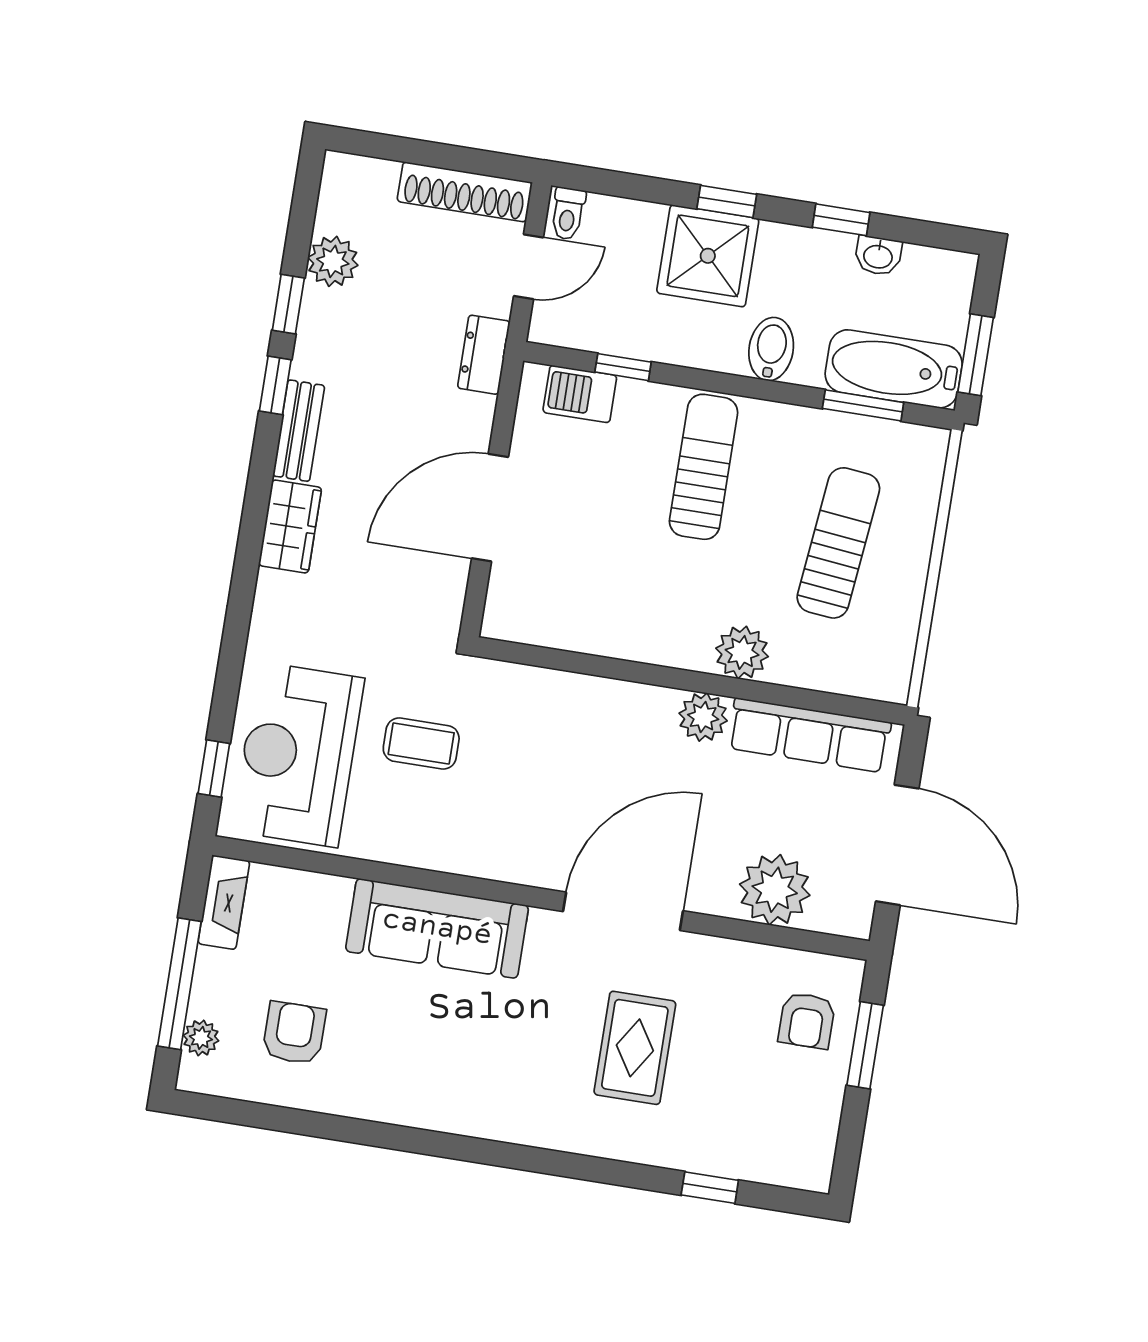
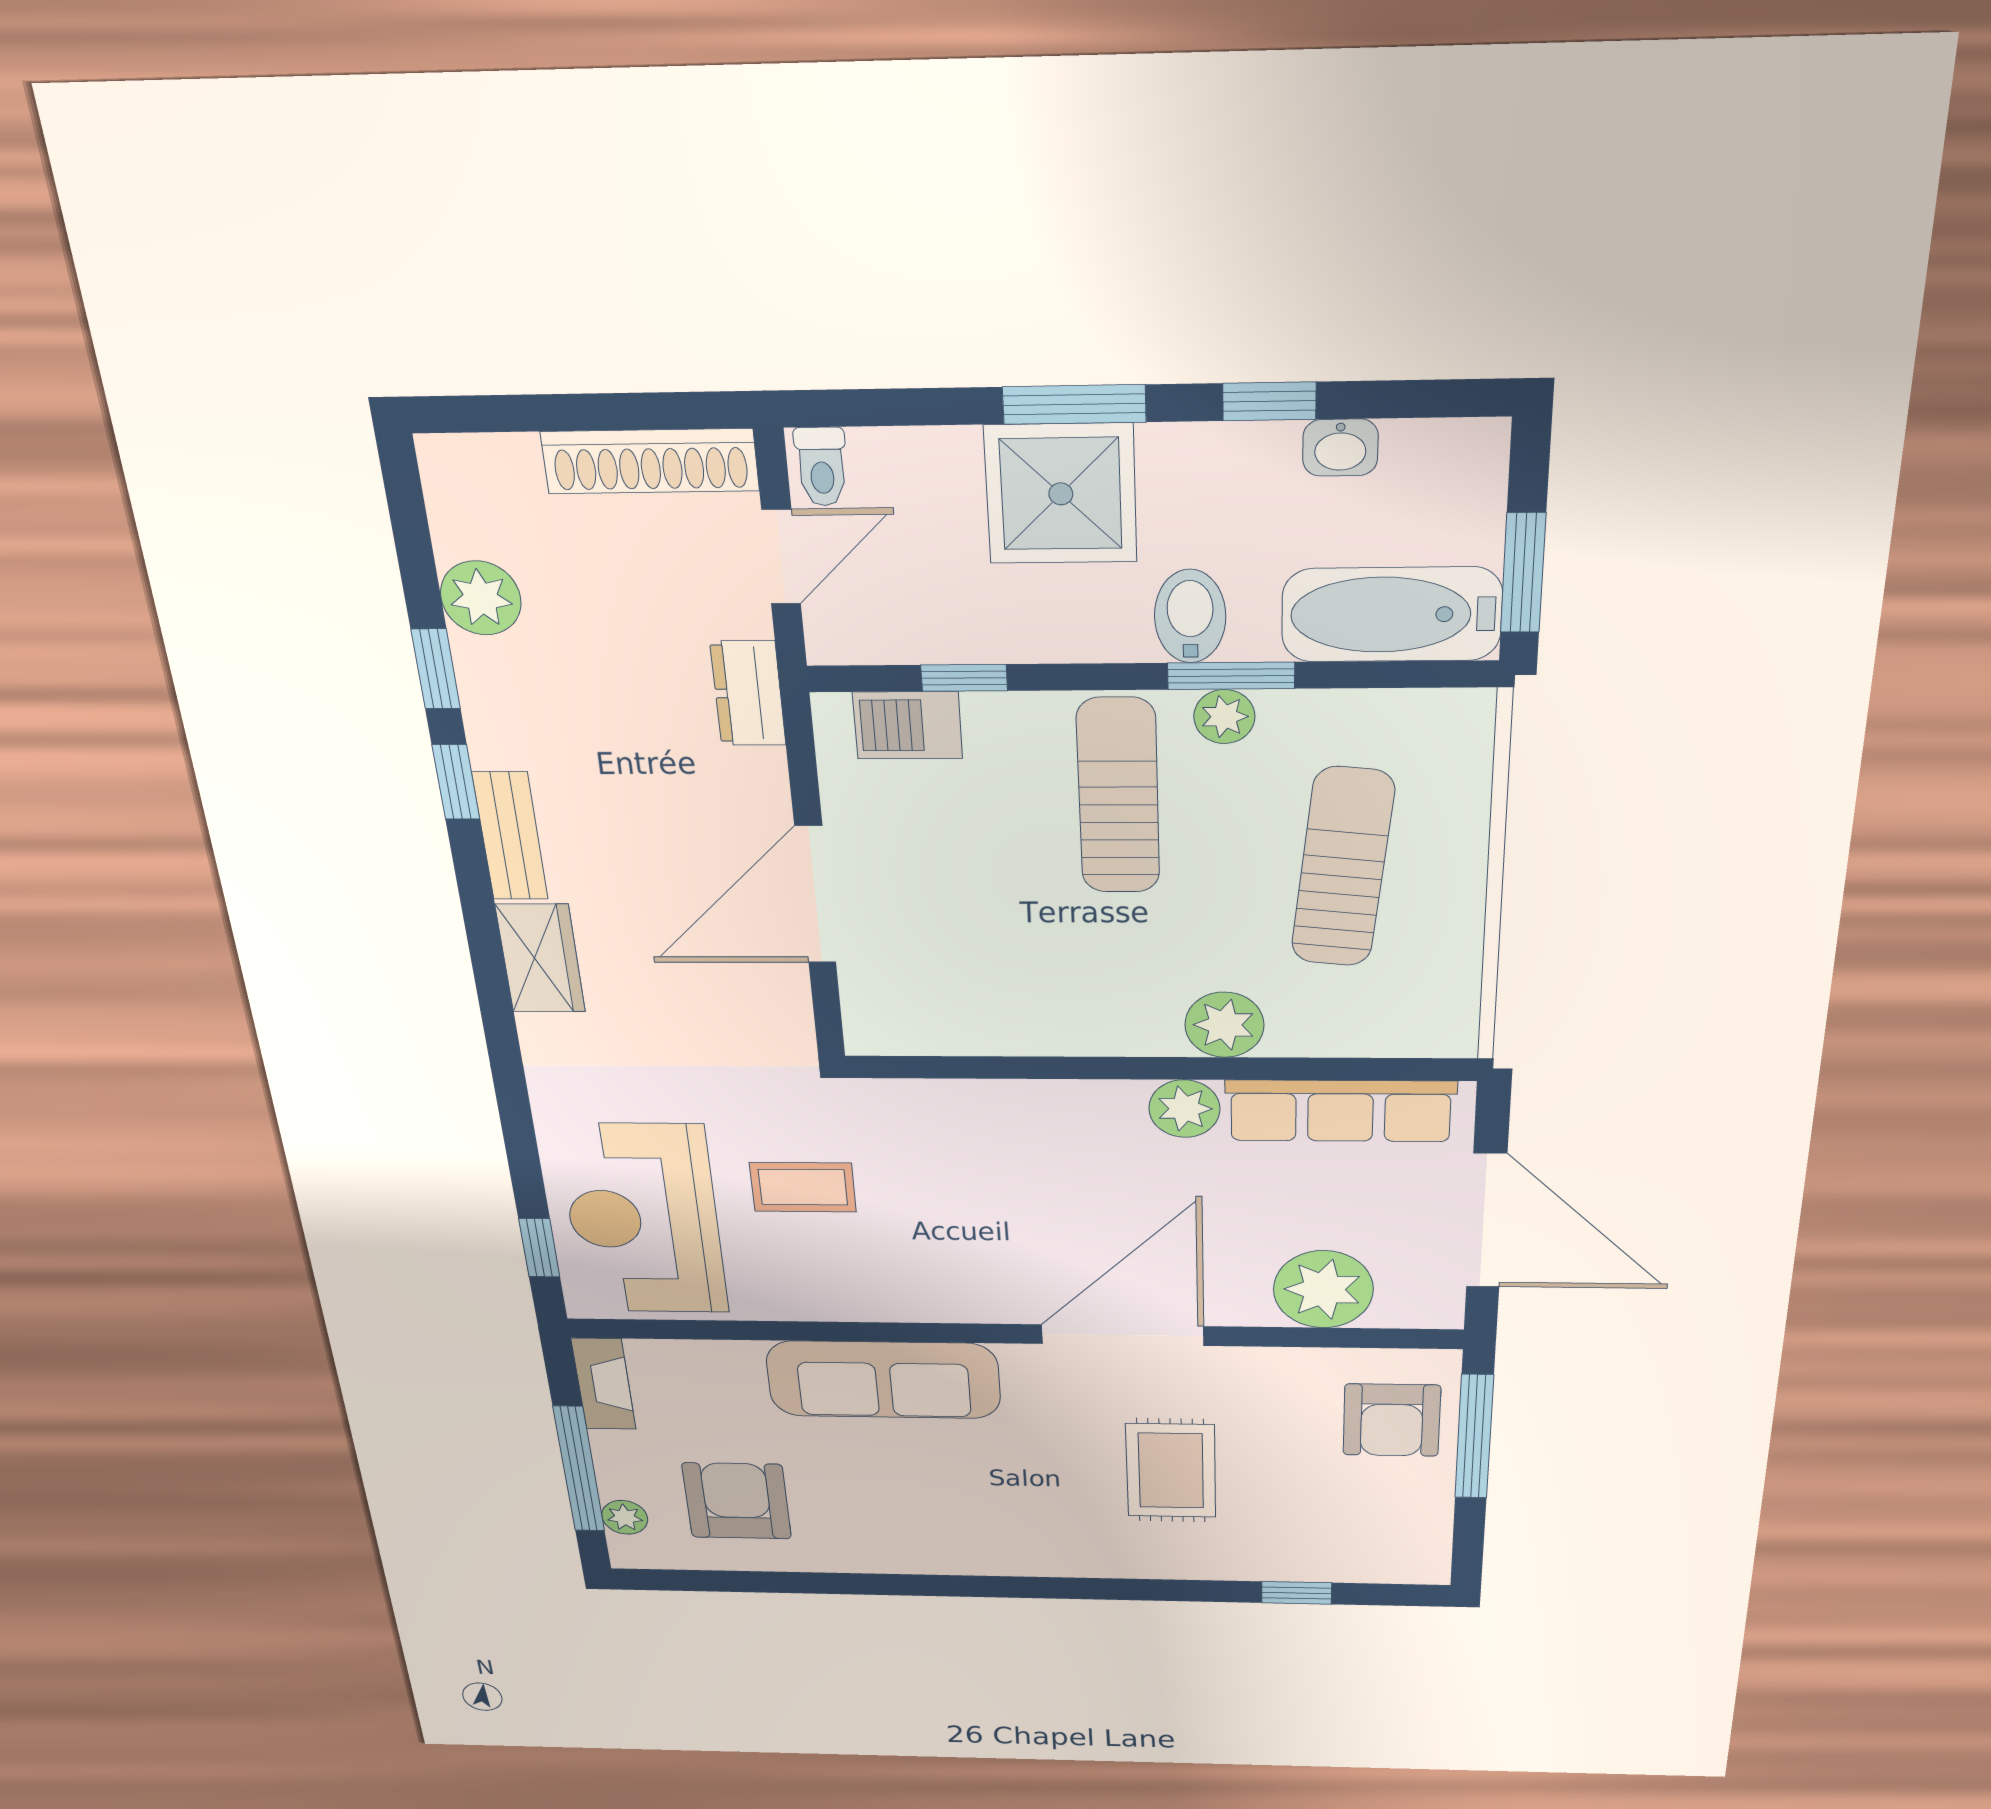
window: (727, 202) -> (1074, 404), width x1.50
window: (863, 405) -> (1231, 676), moved
plant: (781, 421) -> (1224, 717), added
armchair: (807, 1021) -> (1392, 1420), width x1.38, depth x1.38
armchair: (294, 1033) -> (737, 1501), width x1.38, depth x1.38
window: (865, 1045) -> (1474, 1437), width x1.44

